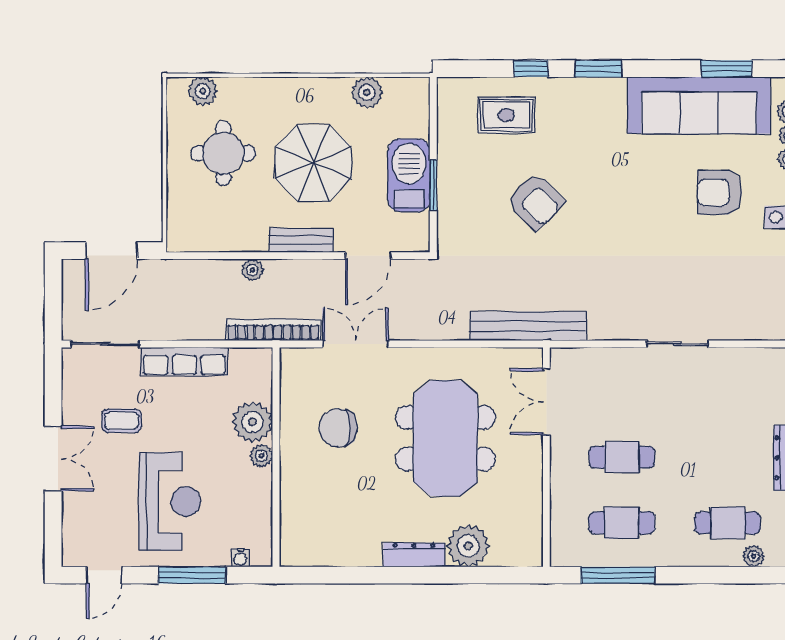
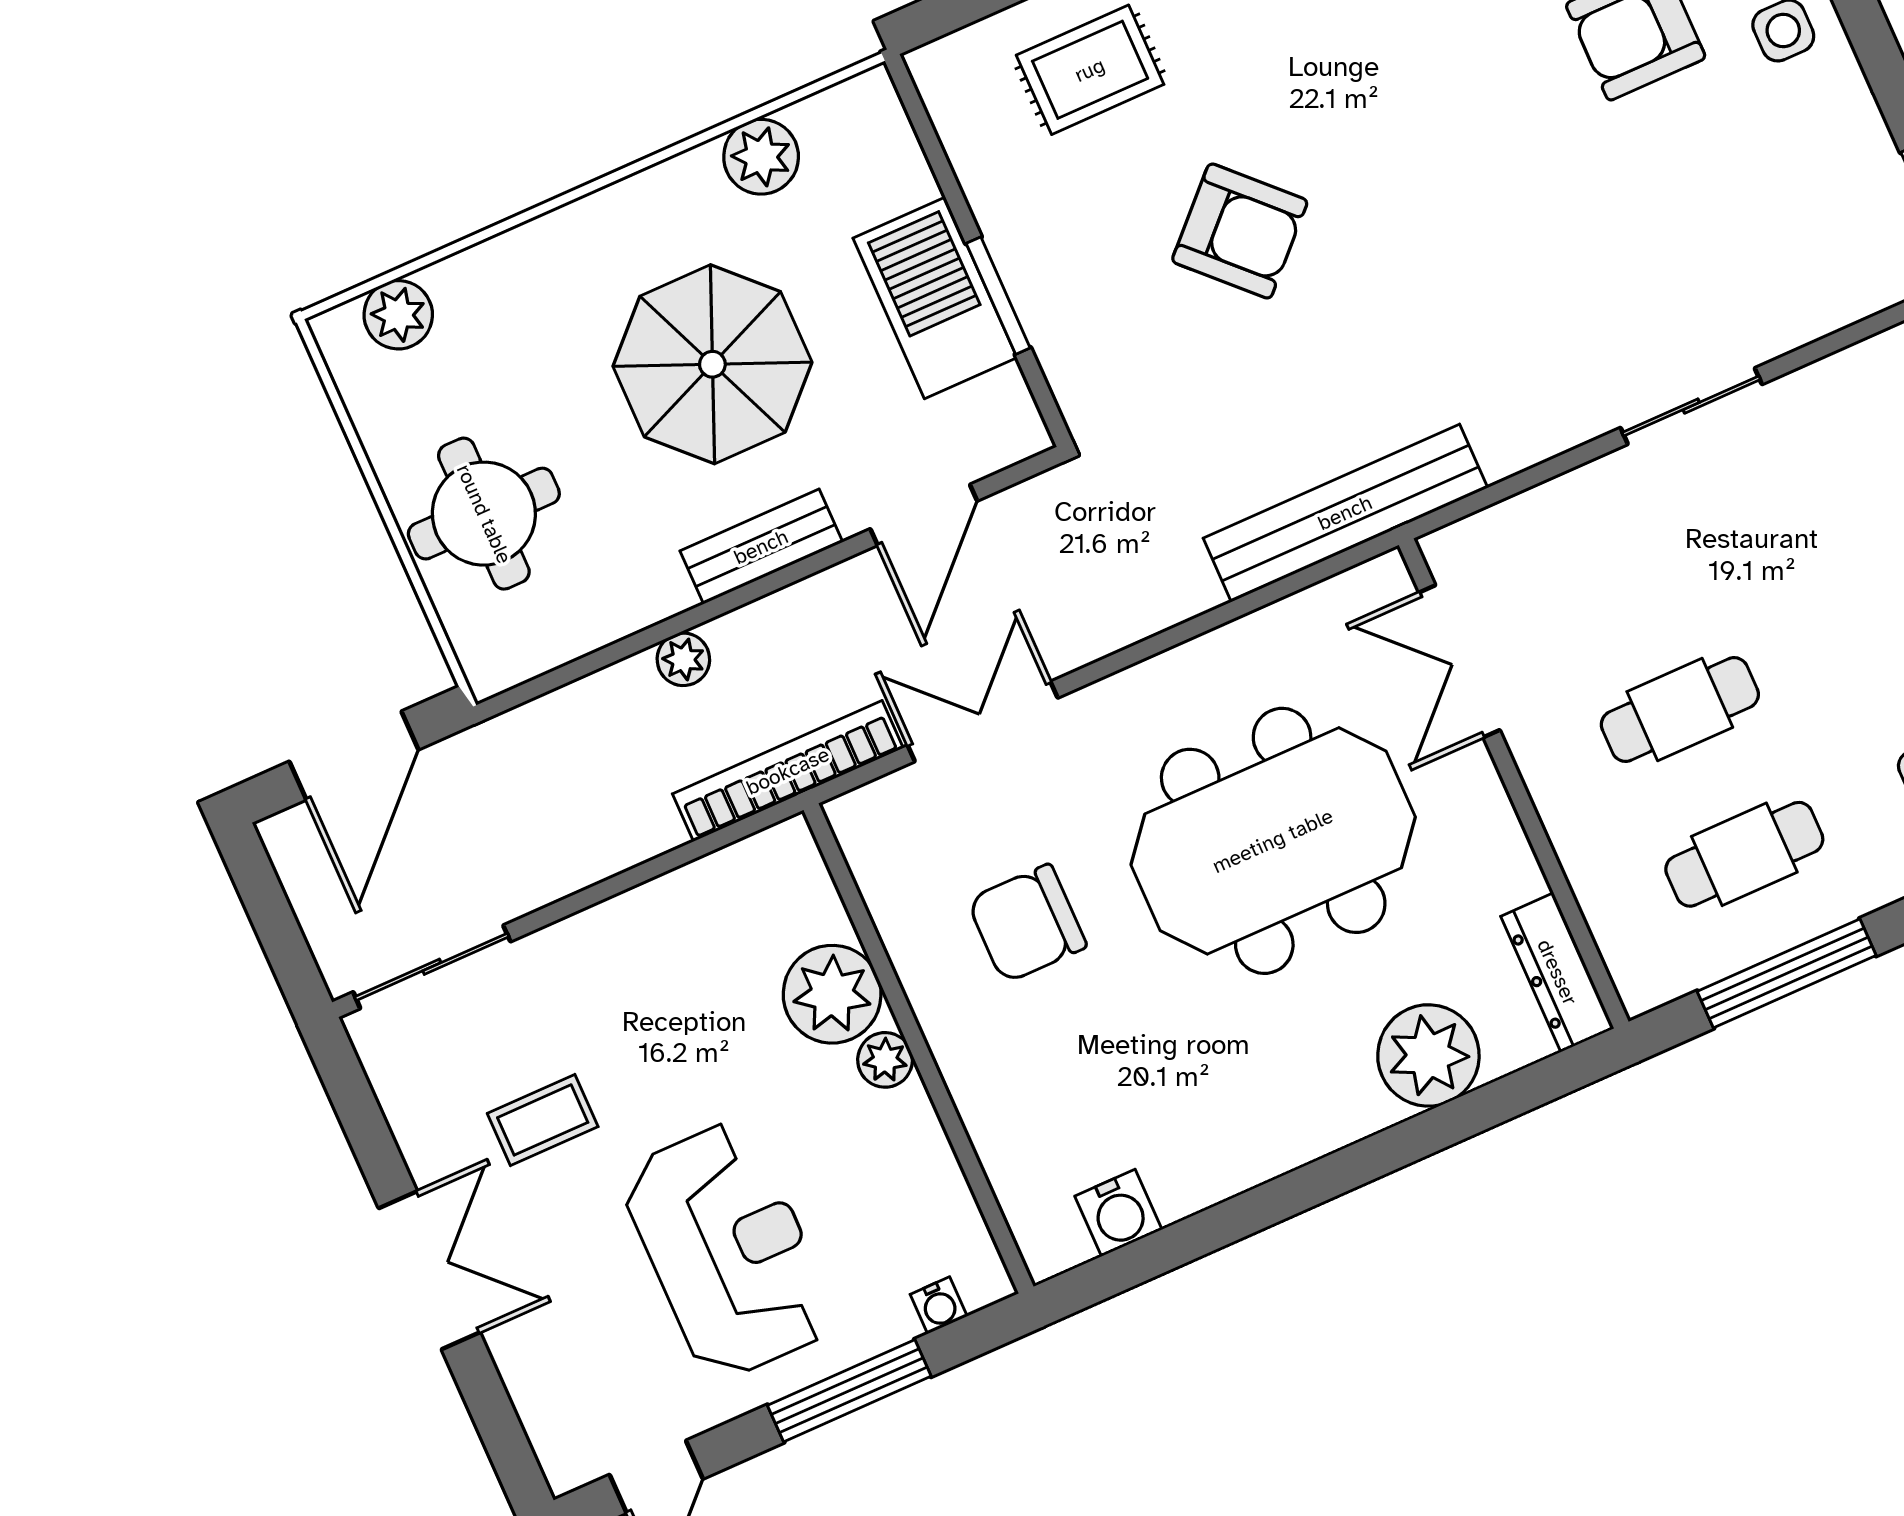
round table: (223, 153) -> (484, 514), moved
row of seats: (184, 361) -> (623, 928), removed
meeting table: (446, 438) -> (1273, 841), turned 90
water cooler: (324, 553) -> (1118, 1213), added
dresser: (414, 555) -> (1557, 972), moved, turned -90

